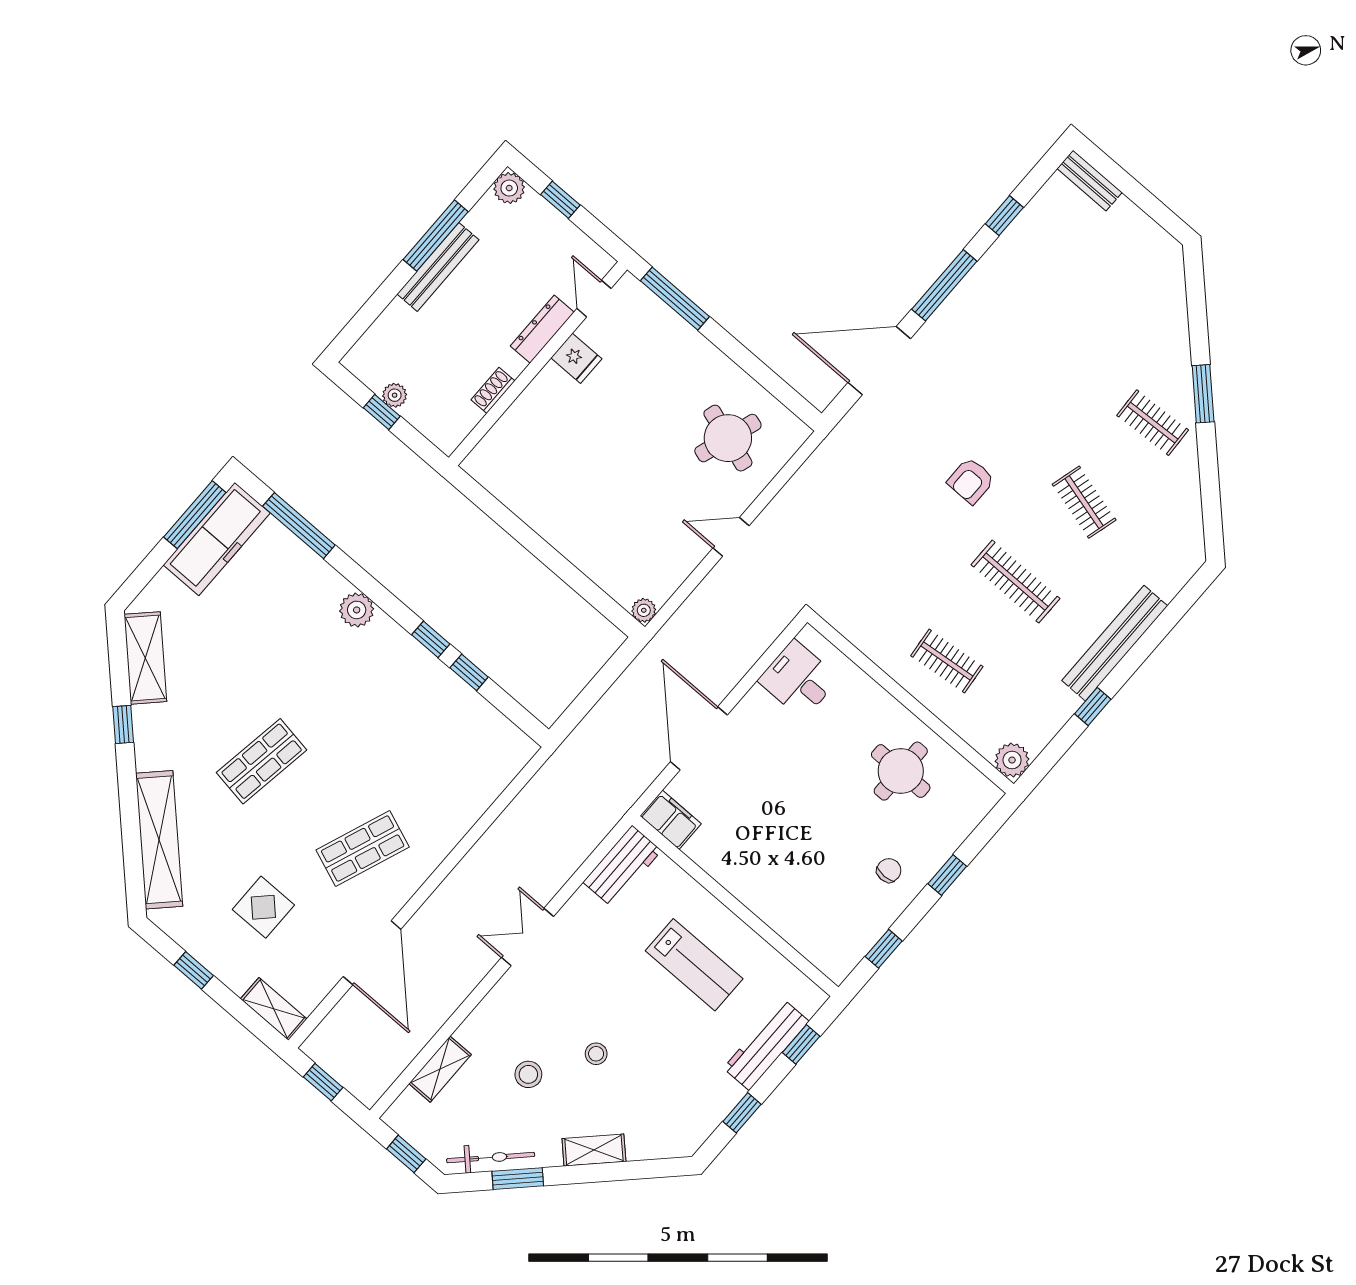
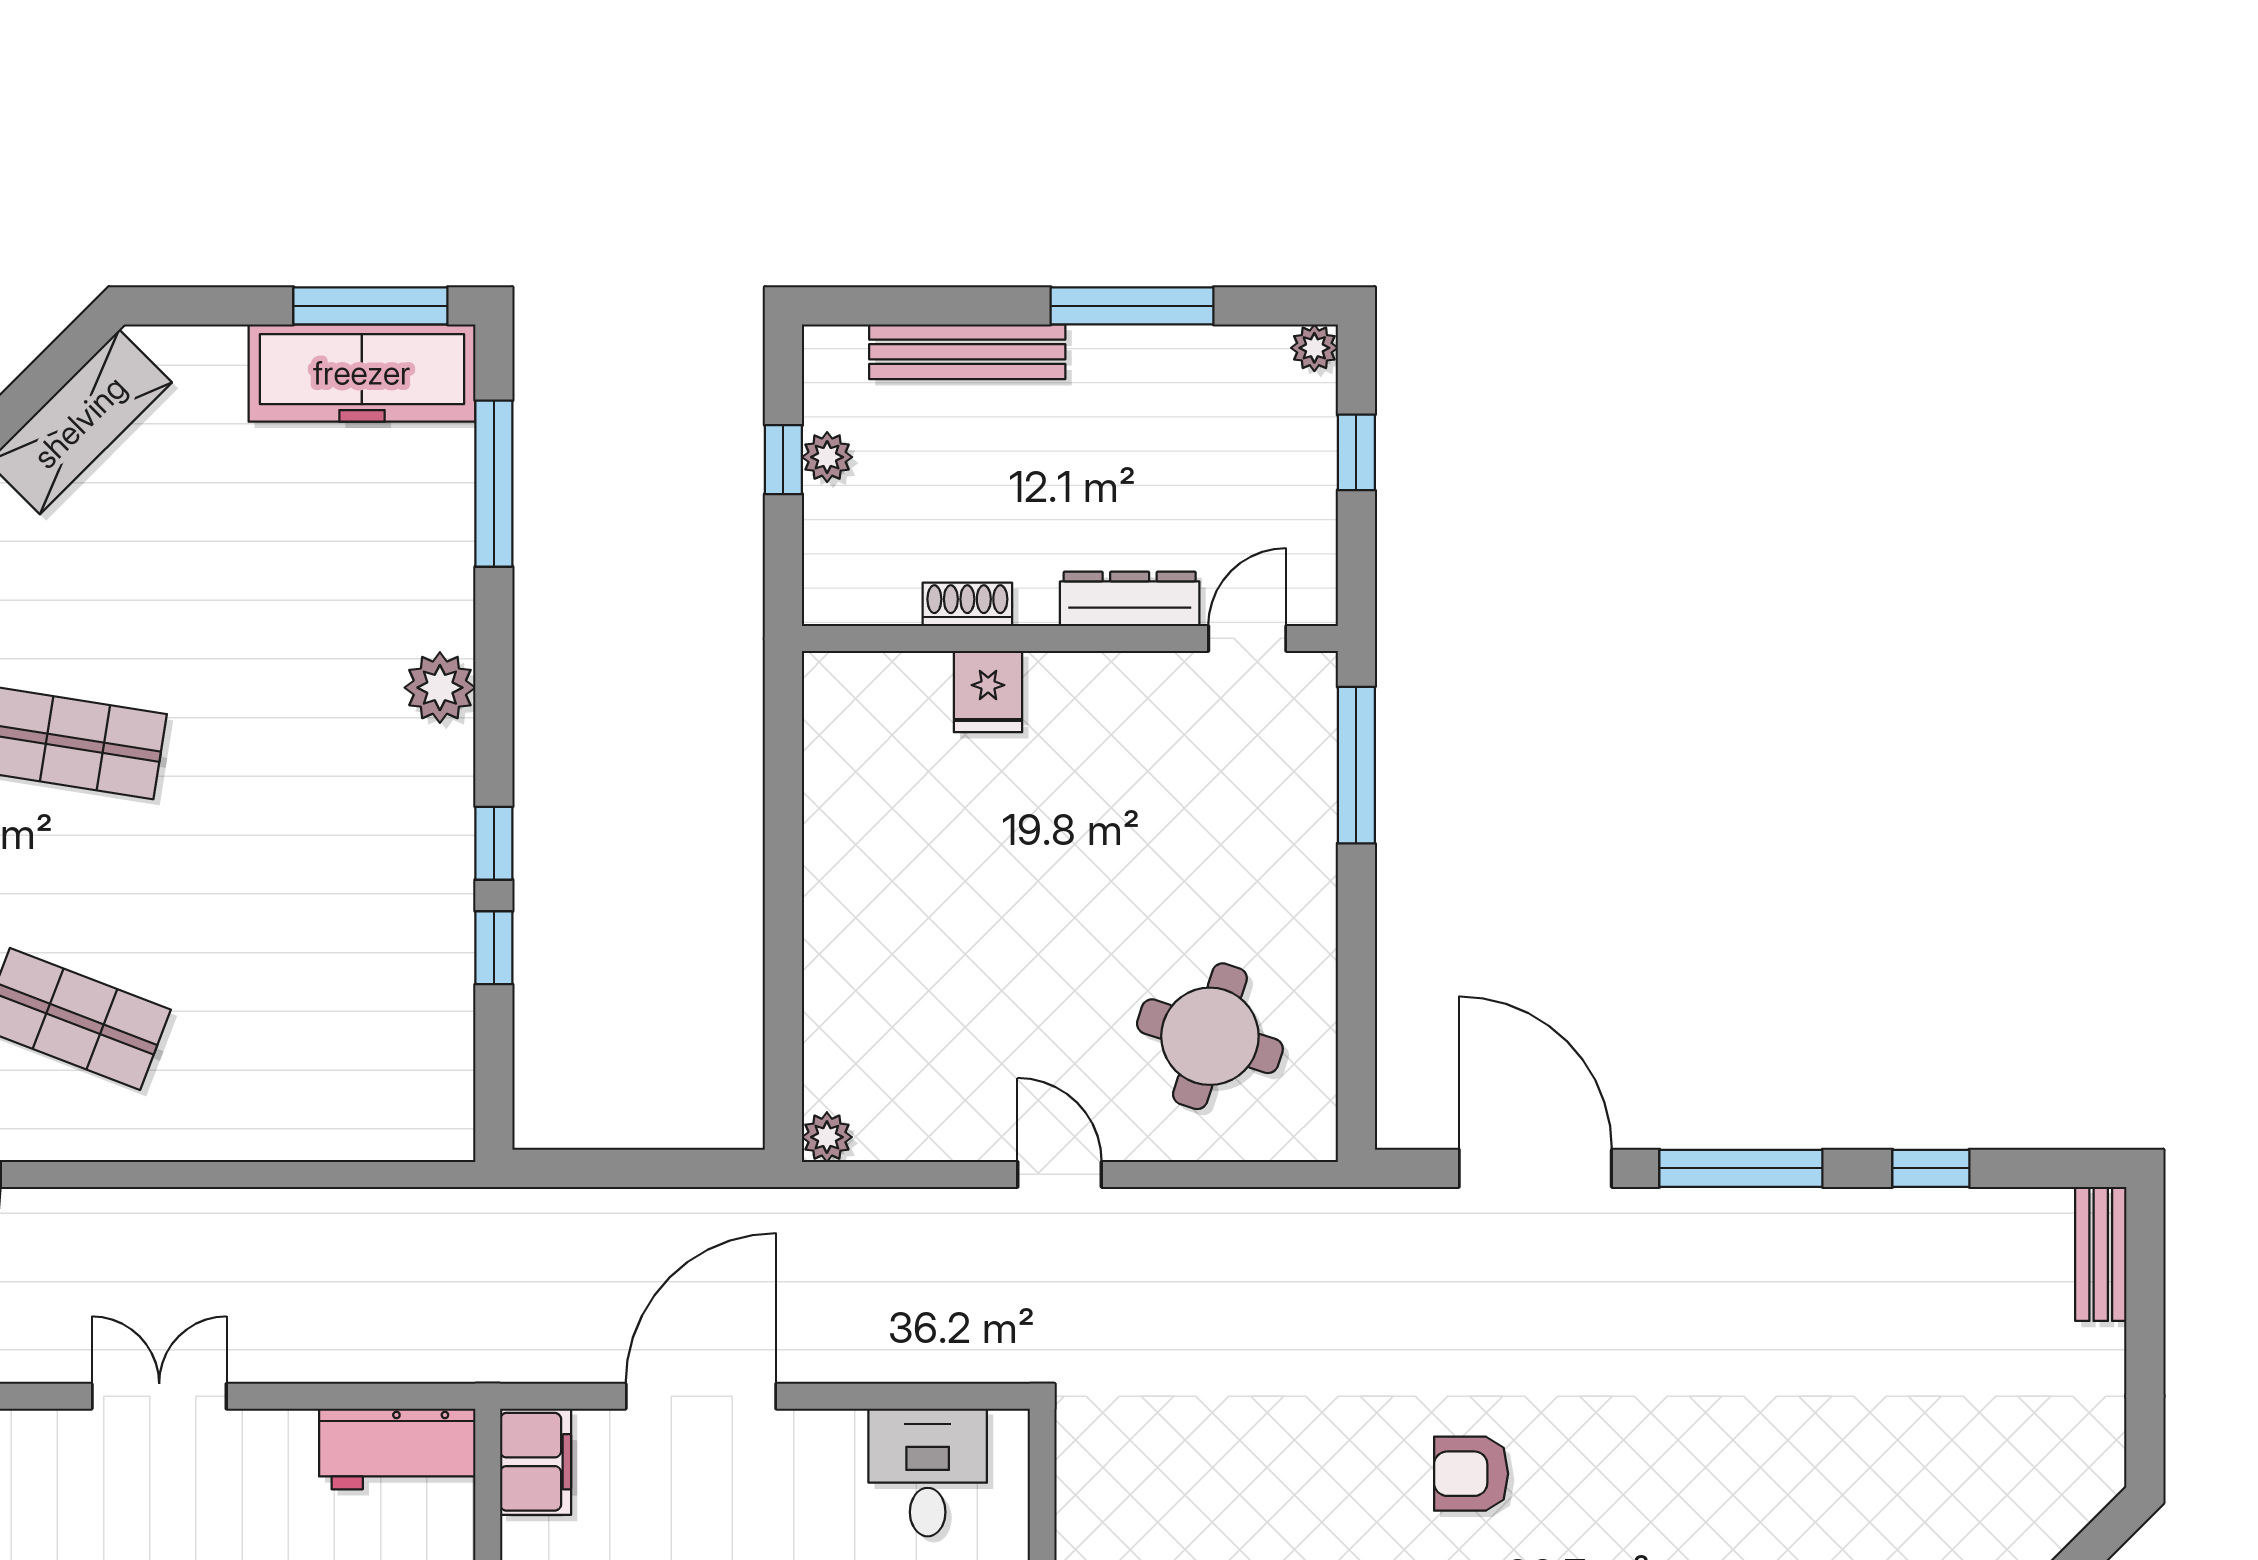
plant: (509, 188) -> (1314, 348), width x0.73, depth x0.73
bench: (438, 267) -> (967, 352), moved
fridge: (576, 358) -> (988, 692), moved

